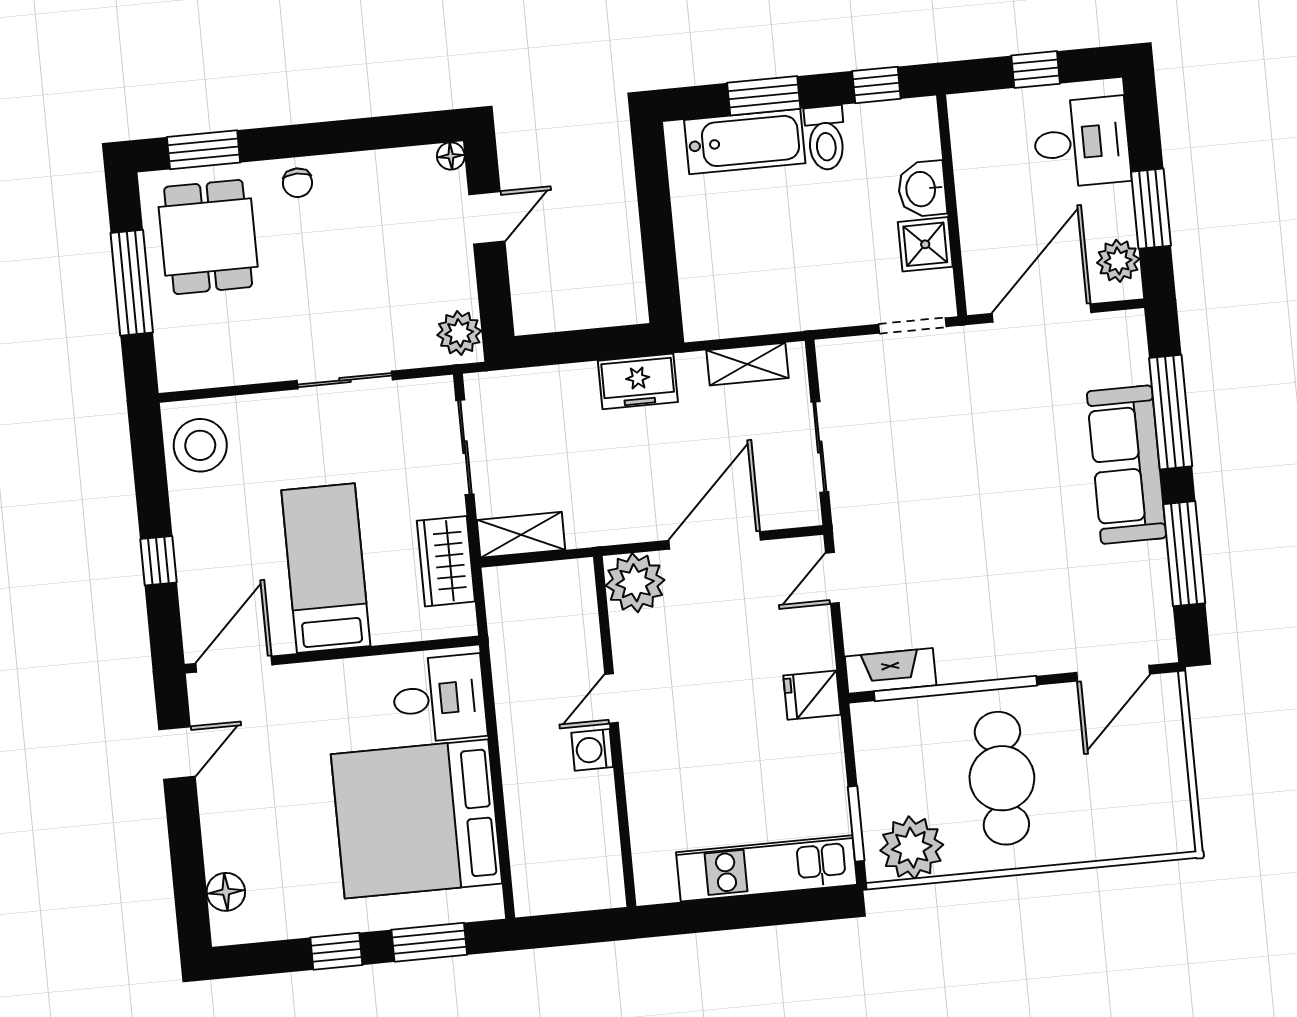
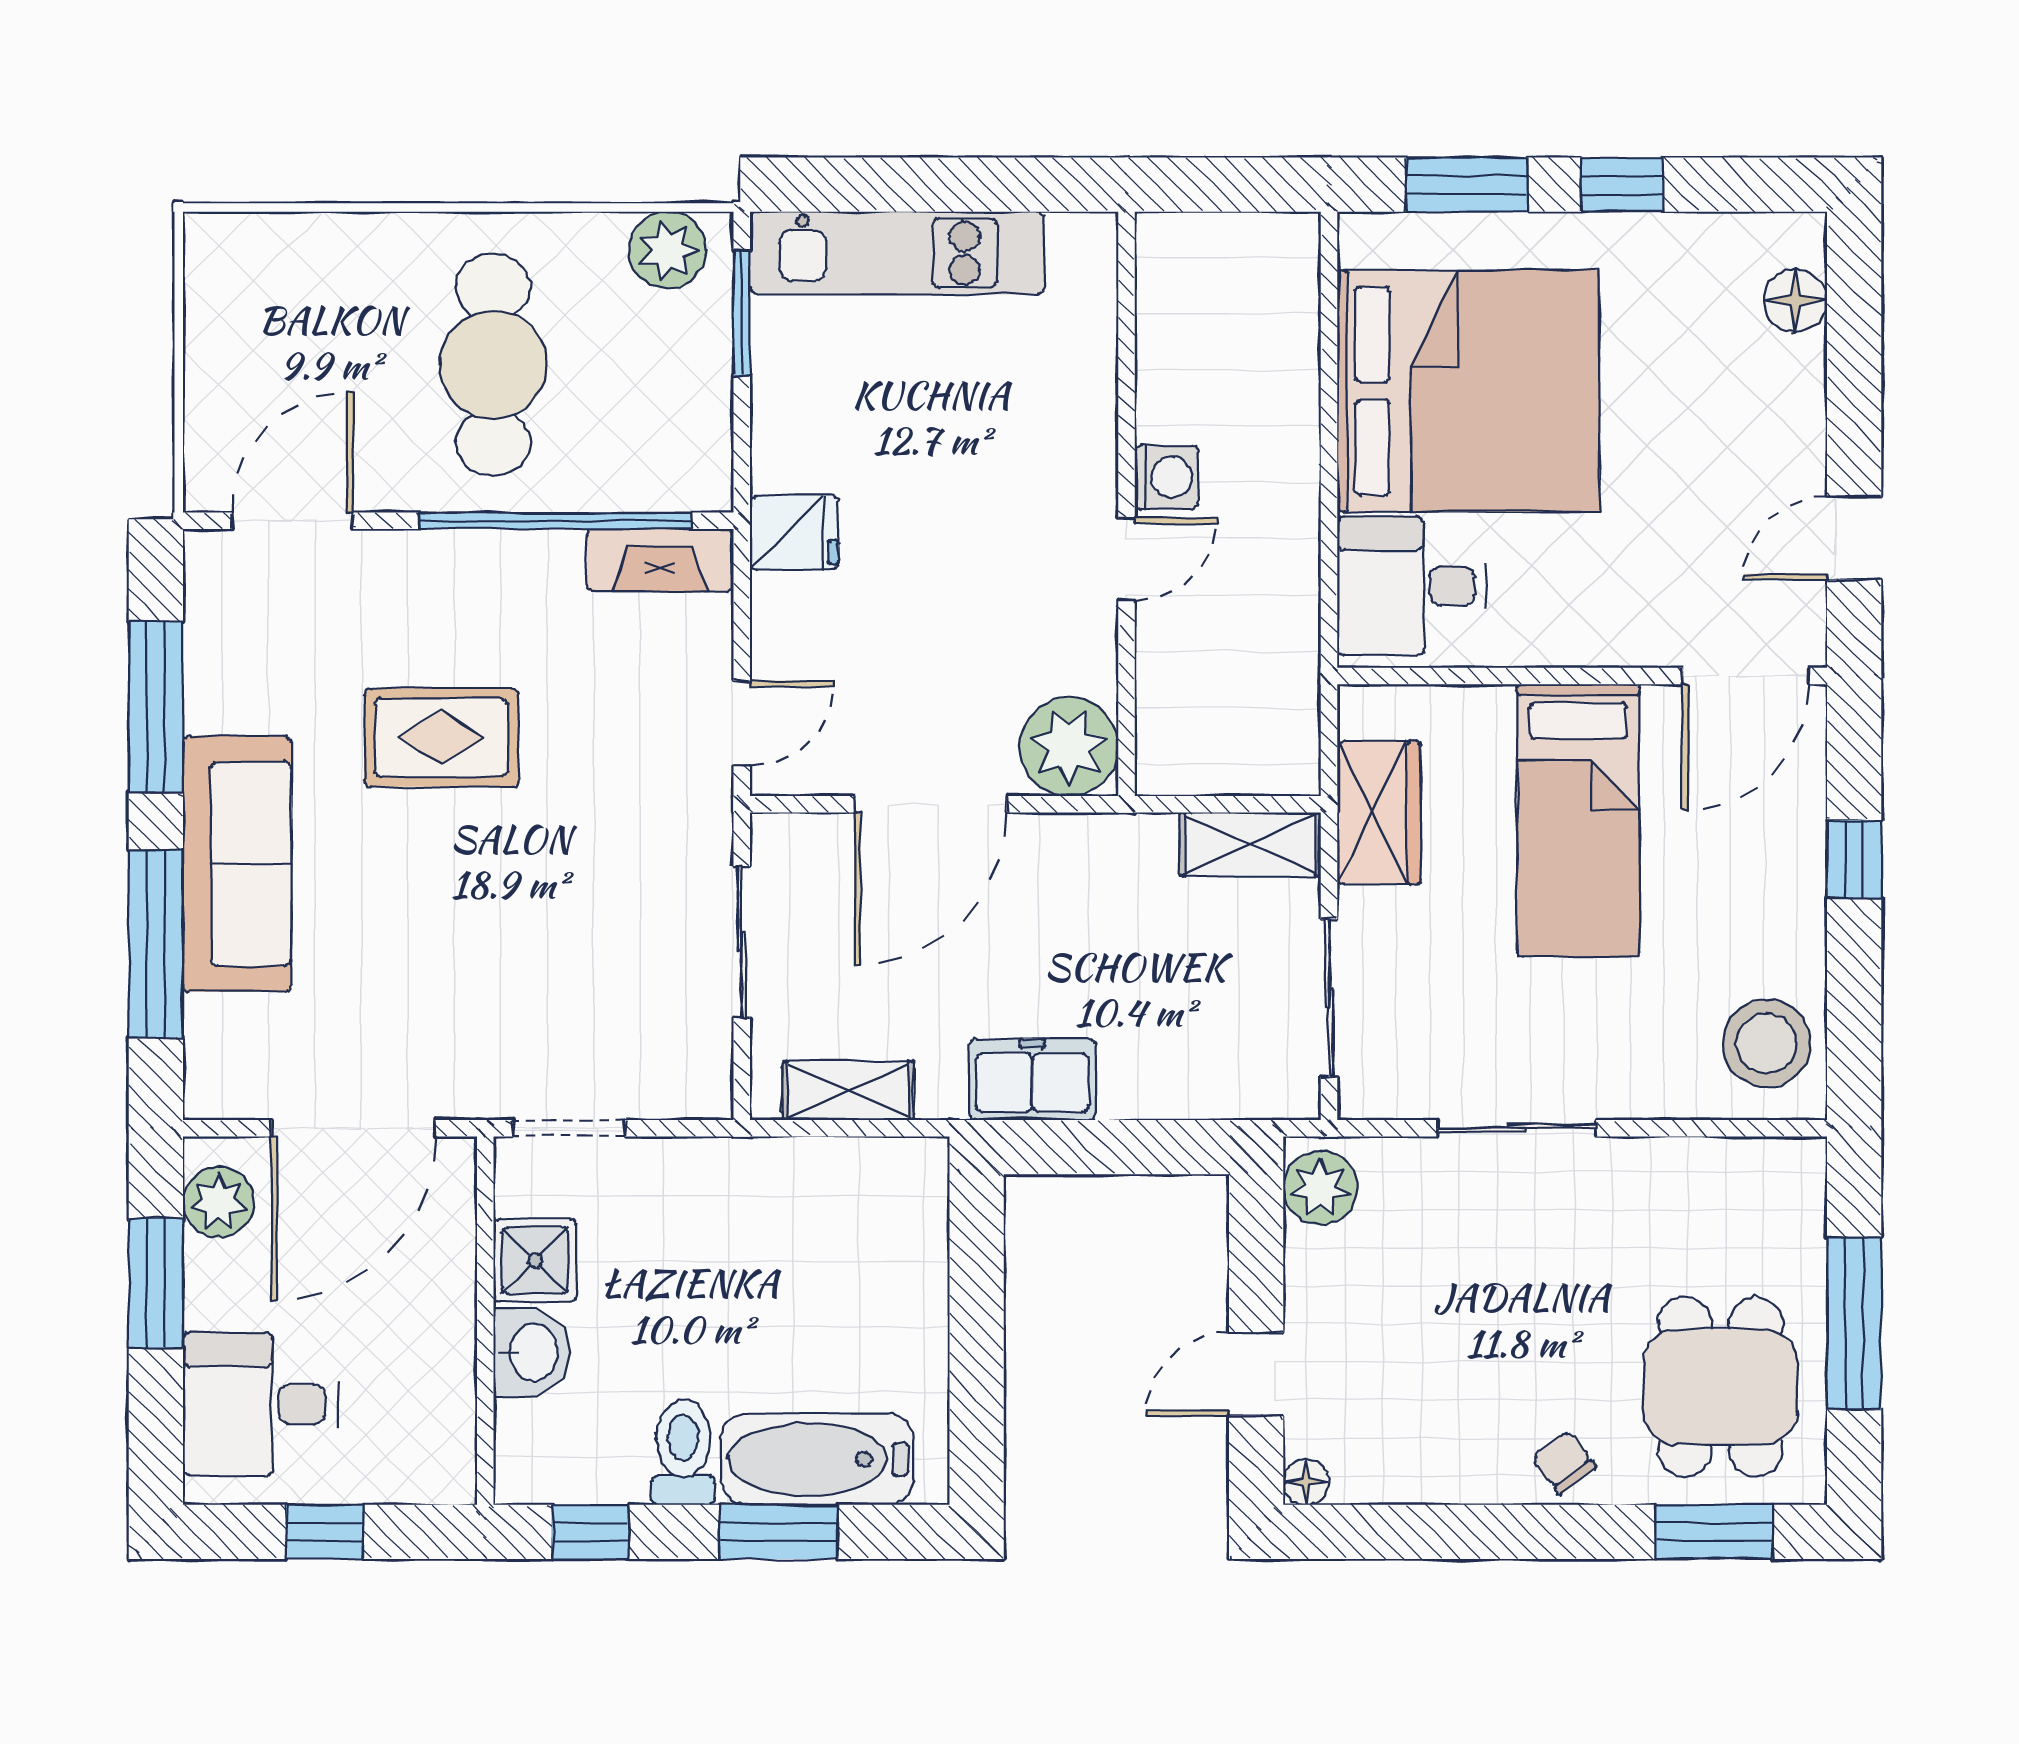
chair: (297, 183) -> (1564, 1462), turned -37
rug: (1011, 552) -> (441, 738), added
plant: (912, 848) -> (667, 250), width x0.73, depth x0.73

